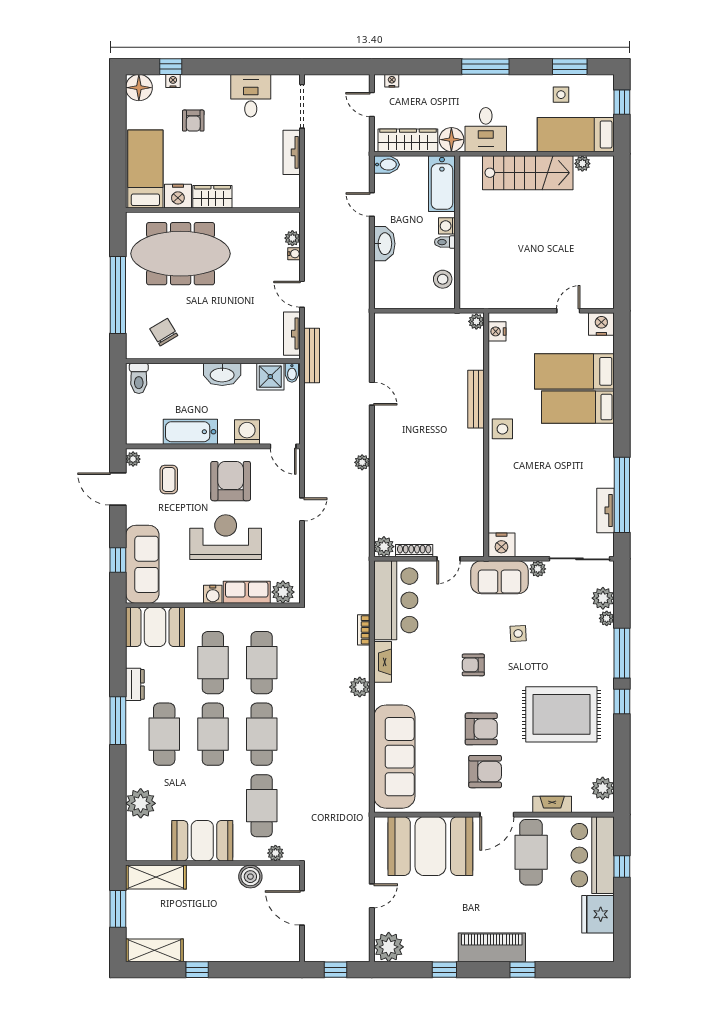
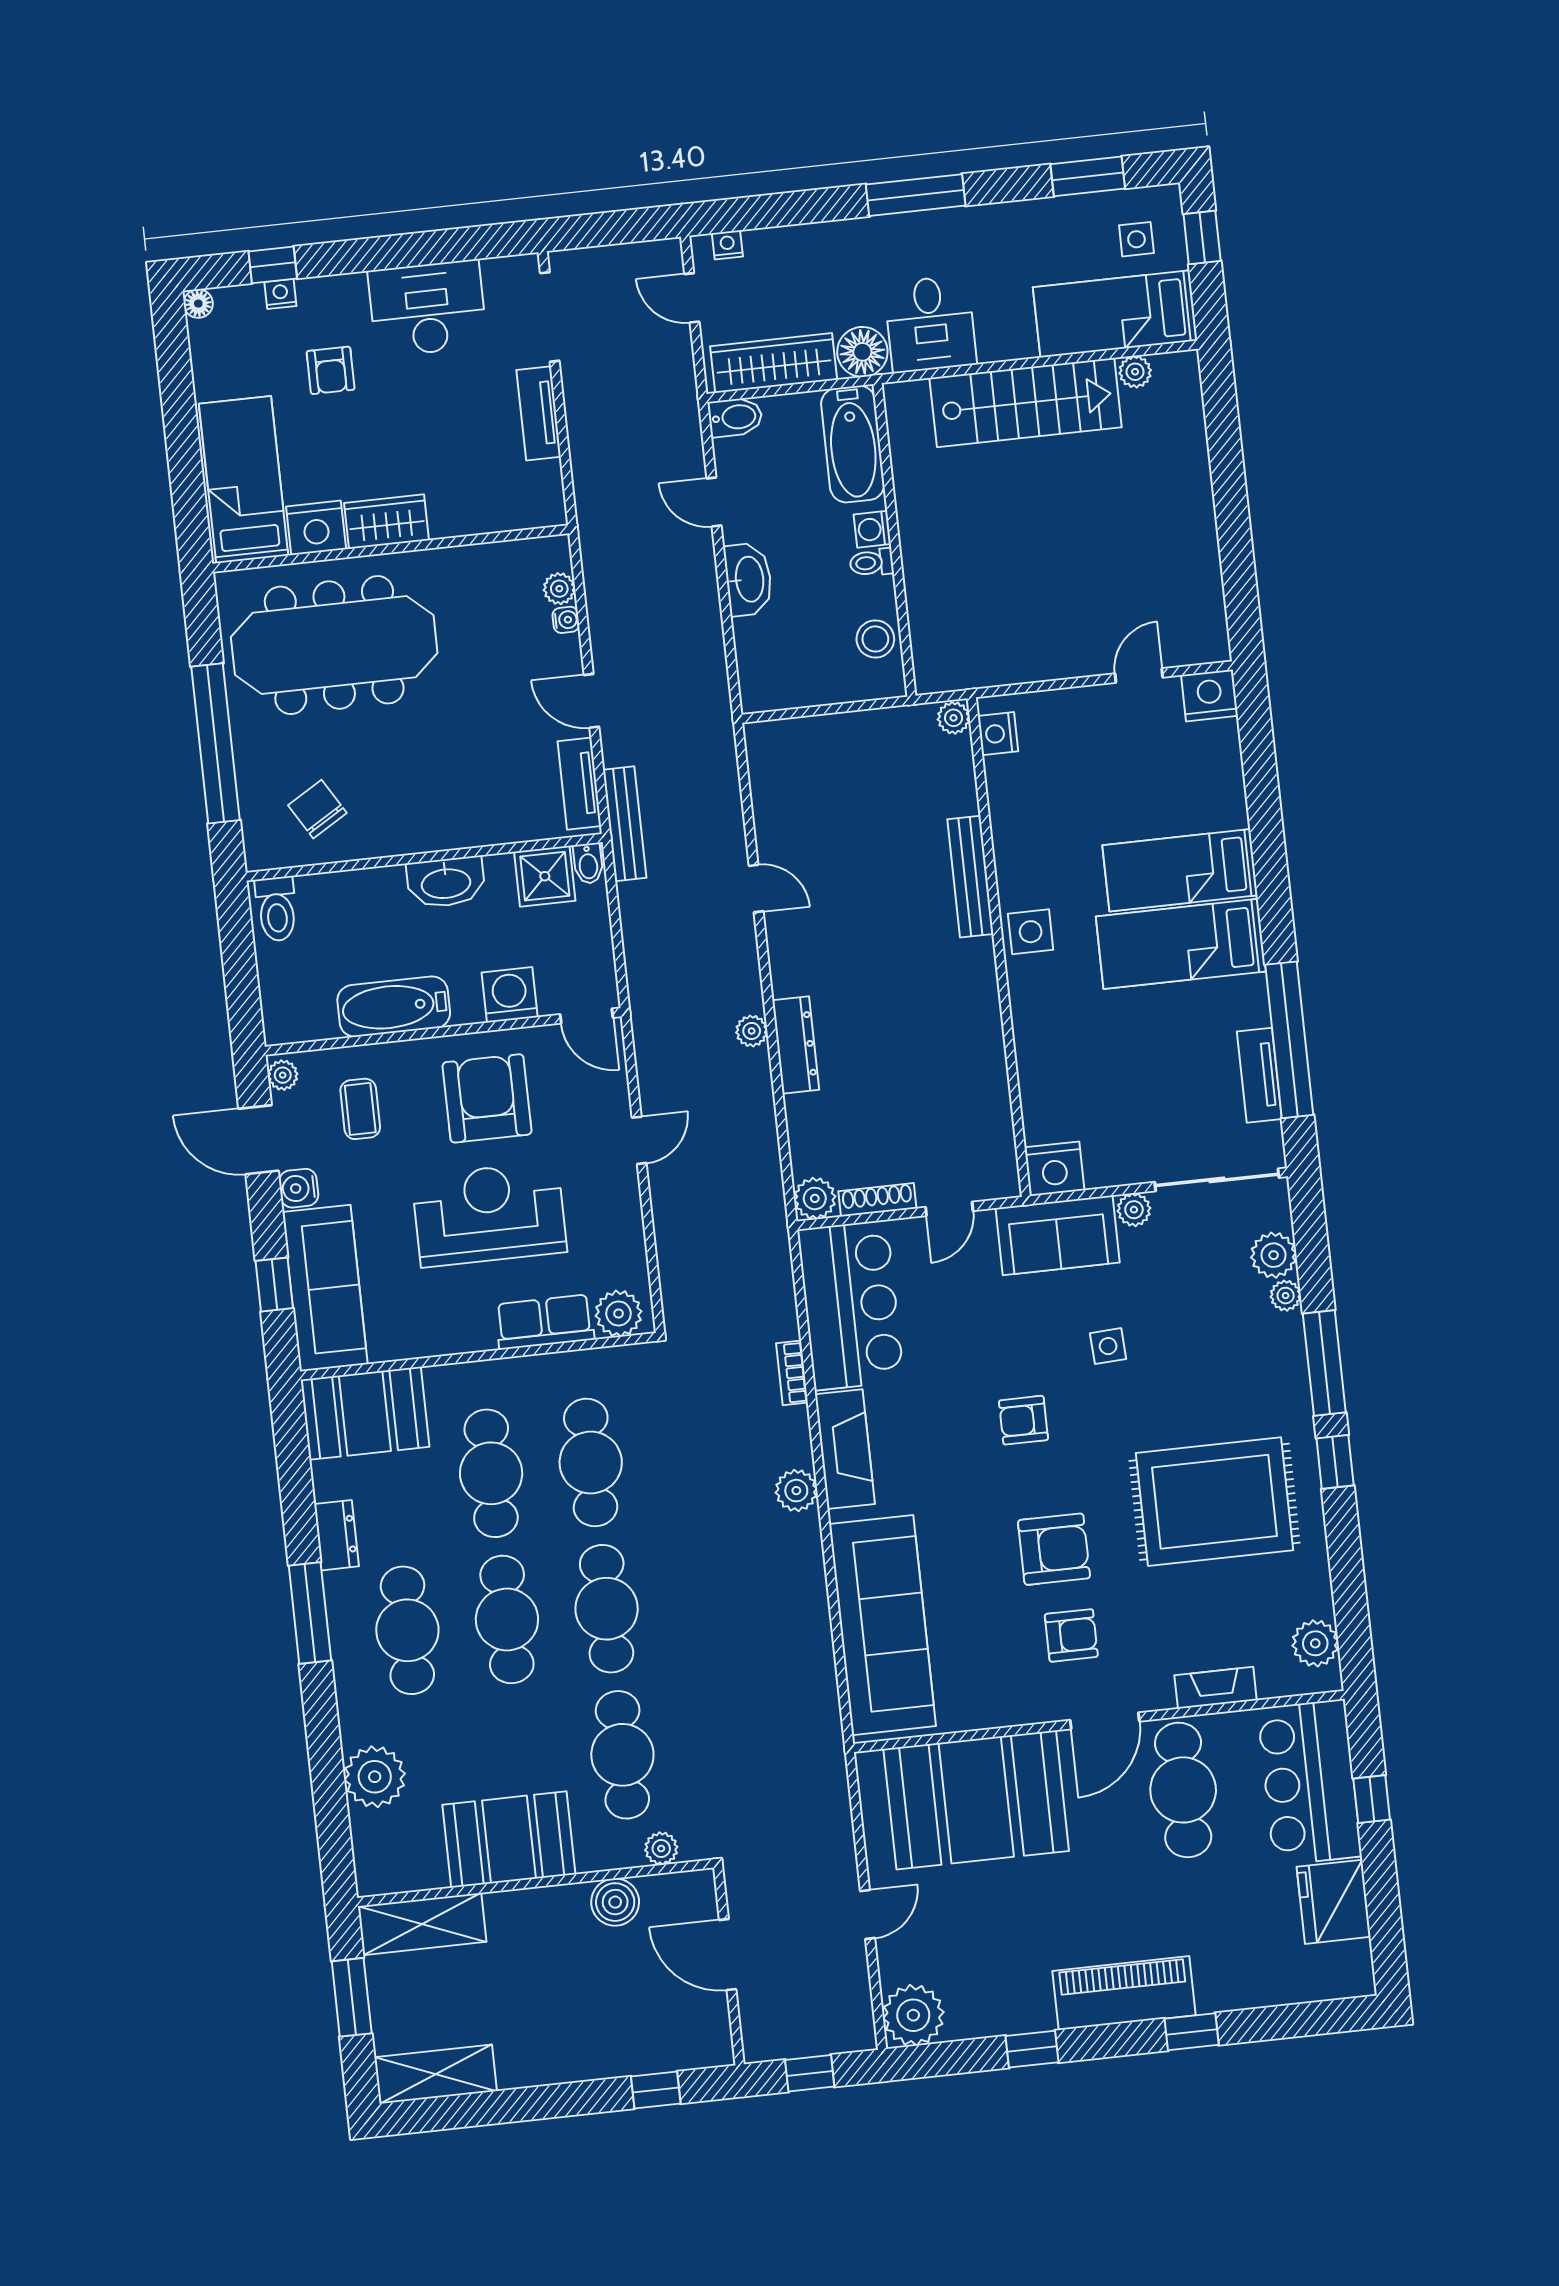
floor lamp: (139, 88) -> (198, 304), width x0.53, depth x0.53
side table: (561, 95) -> (1136, 239), moved
desk: (251, 96) -> (427, 308), width x1.37
bed: (574, 371) -> (1181, 944), moved
dresser: (383, 471) -> (796, 1045), added
water cooler: (213, 594) -> (299, 1188), moved, turned 90
fireplace: (383, 662) -> (845, 1449), width x1.37, depth x1.32
armchair: (485, 772) -> (1071, 1635), width x0.72, depth x0.72
window: (197, 970) -> (656, 2090), moved

